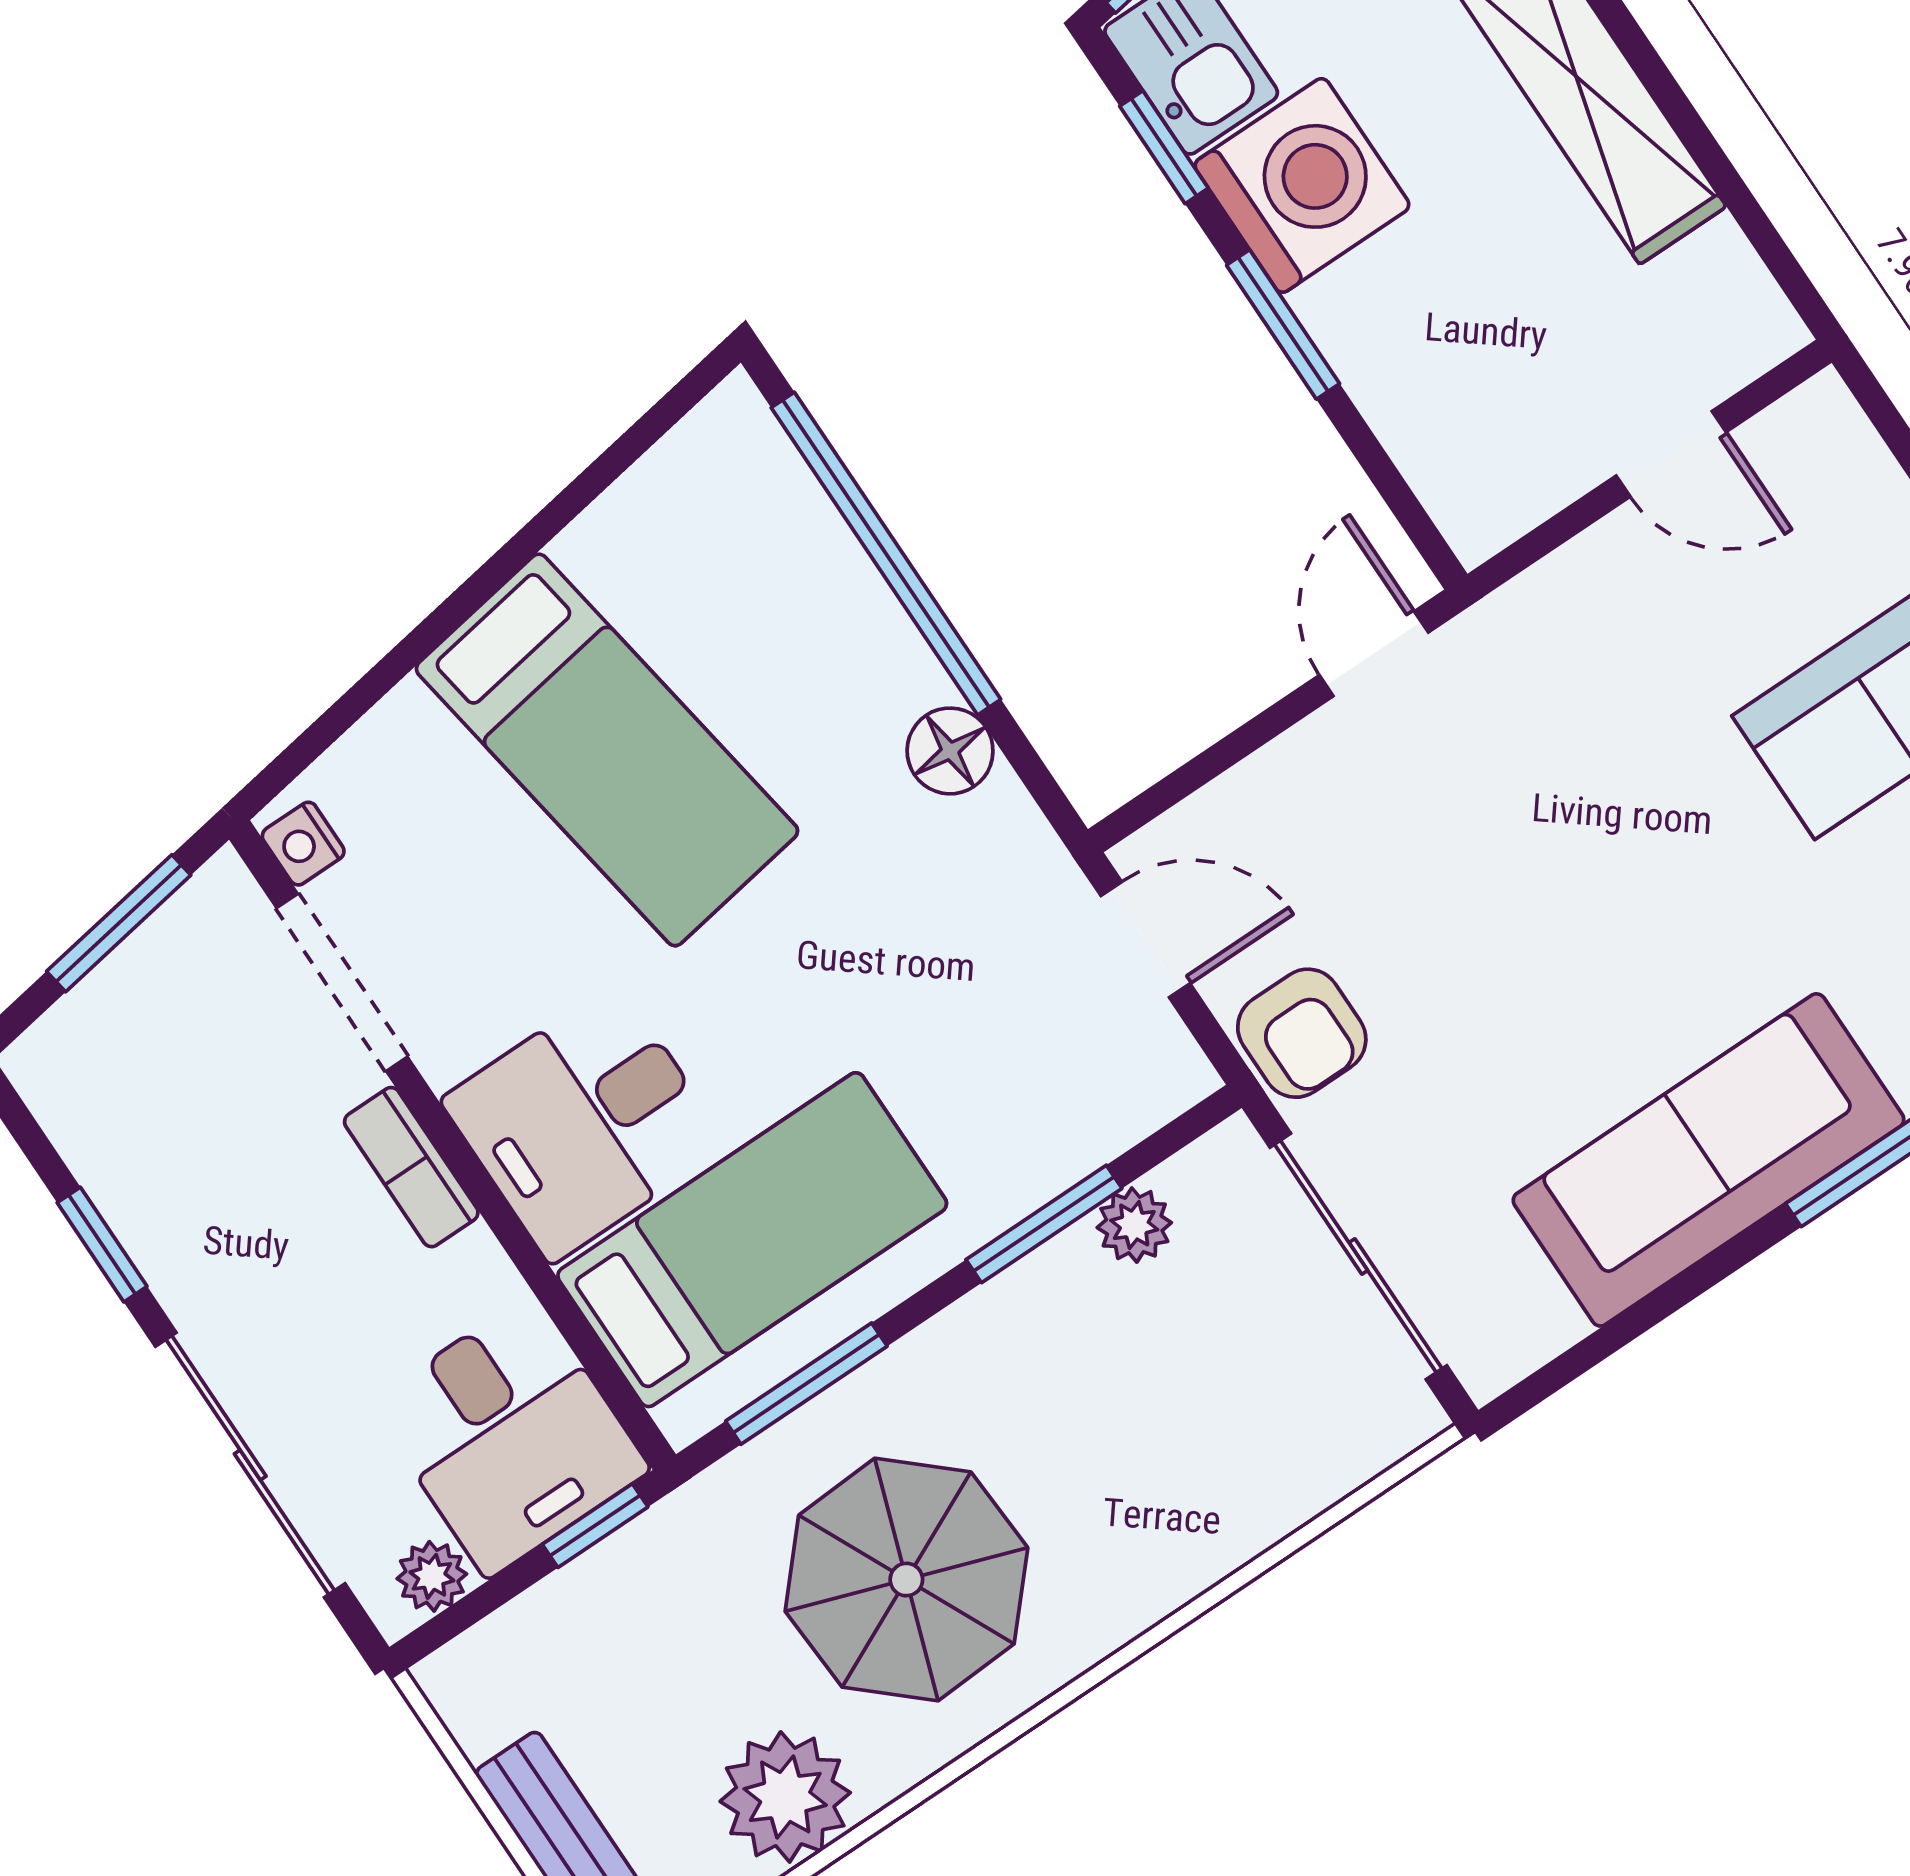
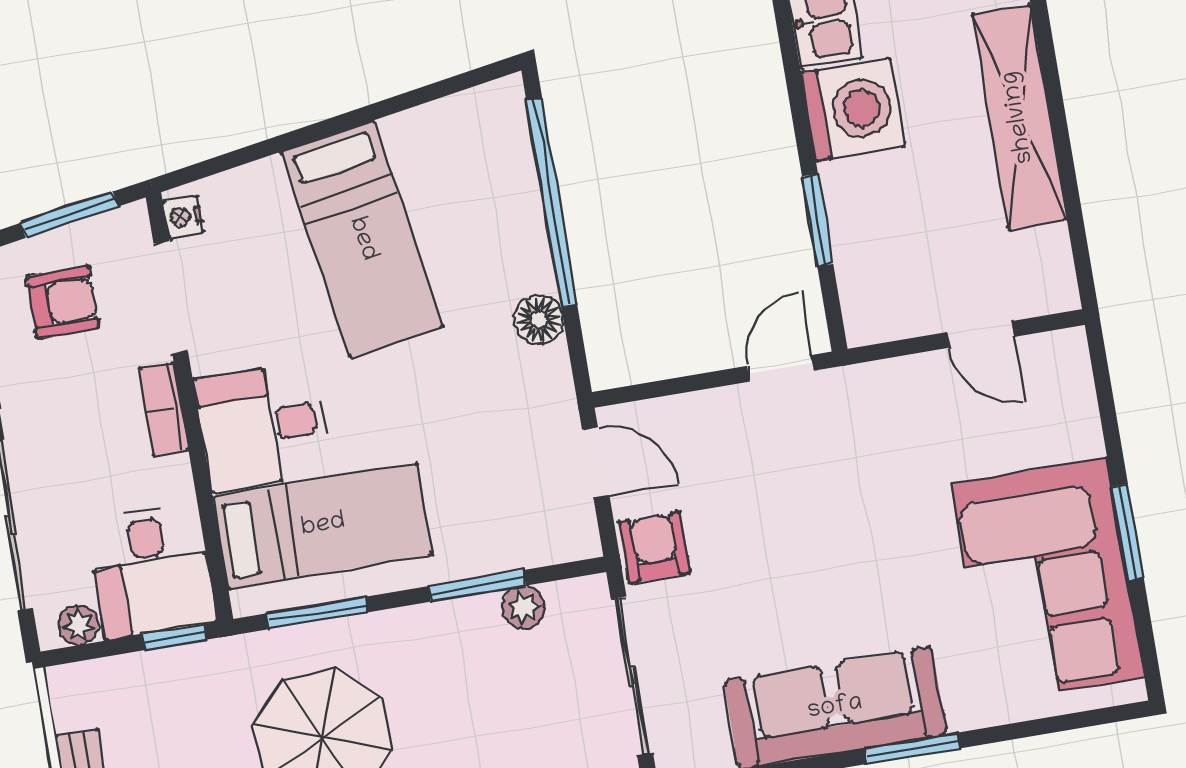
window: (1164, 147) -> (790, 58), removed
window: (1283, 324) -> (818, 220), moved
armchair: (1302, 1033) -> (655, 548), turned 180
armchair: (172, 1068) -> (63, 302), added

